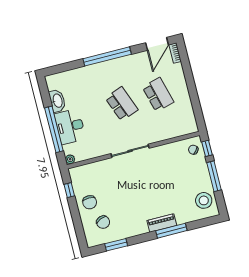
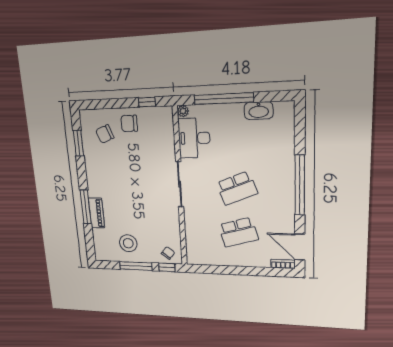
desk: (70, 126) -> (194, 138), moved, turned -90
stool: (204, 200) -> (128, 243), moved
piano: (162, 223) -> (97, 213), moved

